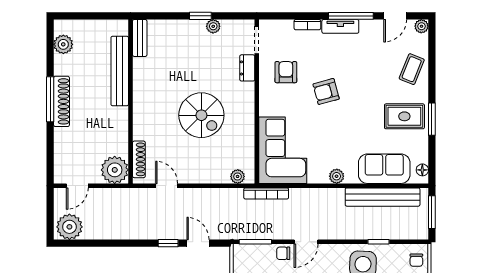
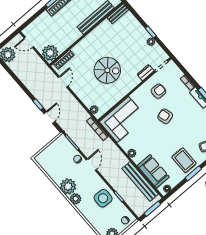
spiral stairs: (201, 115) -> (107, 70), turned -90
door: (306, 242) -> (91, 165), swing flipped

